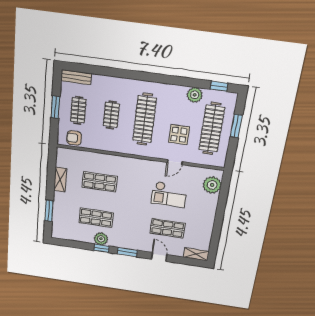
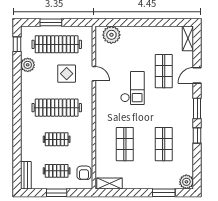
shelving: (60, 180) -> (109, 184), moved
checkout: (169, 194) -> (132, 88), moved
plant: (101, 239) -> (186, 182), moved

